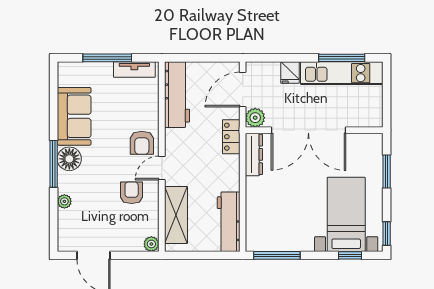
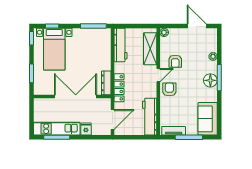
sofa: (74, 116) -> (208, 119), moved
plant: (255, 118) -> (106, 104), removed
locker: (231, 137) -> (119, 88), width x1.53

